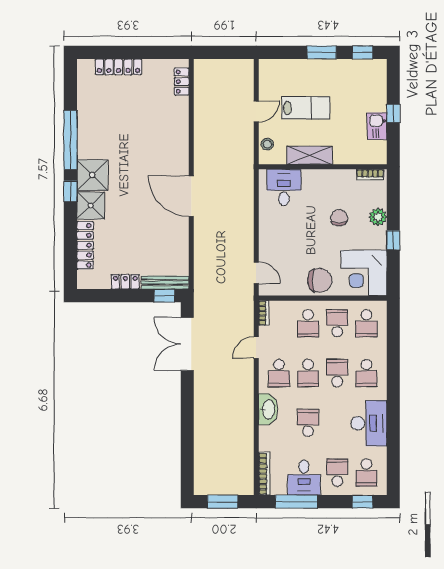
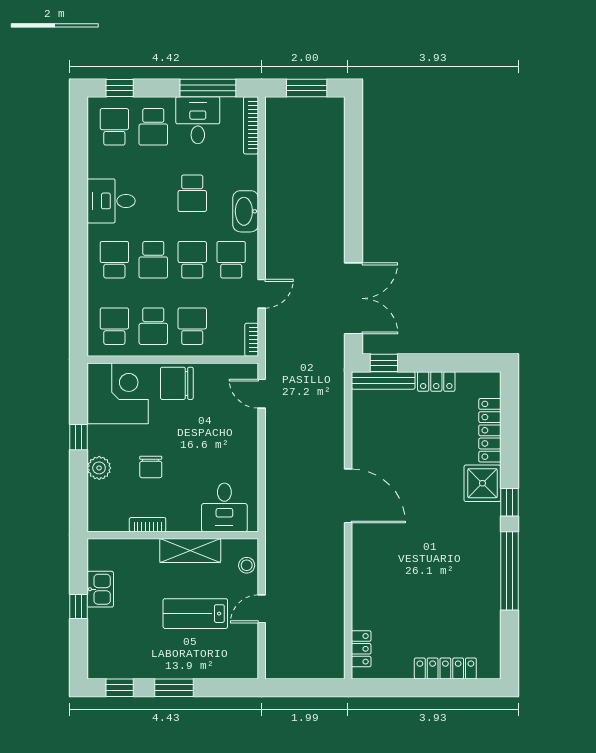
shower: (92, 175) -> (480, 524), removed
bookcase: (370, 175) -> (148, 525), moved
desk: (369, 423) -> (111, 201), width x0.73

